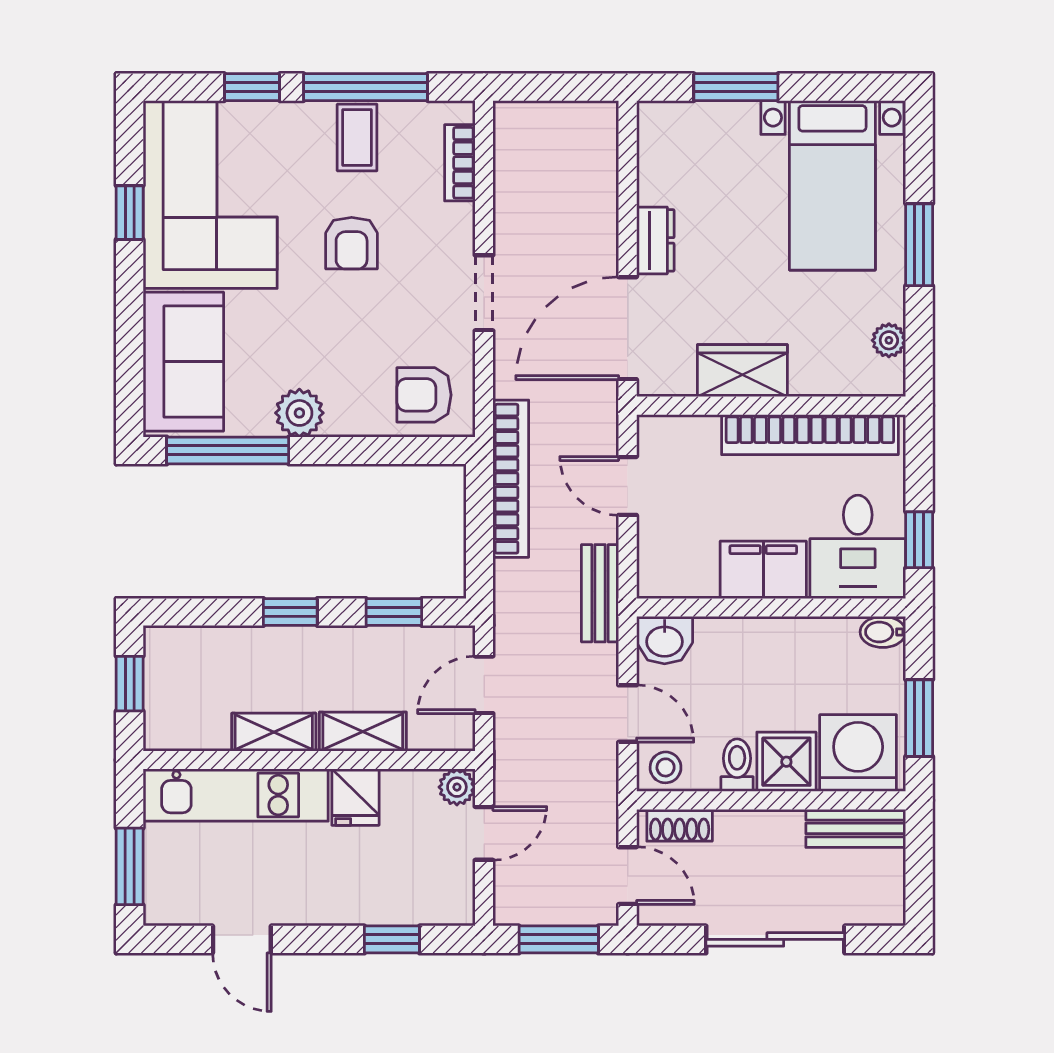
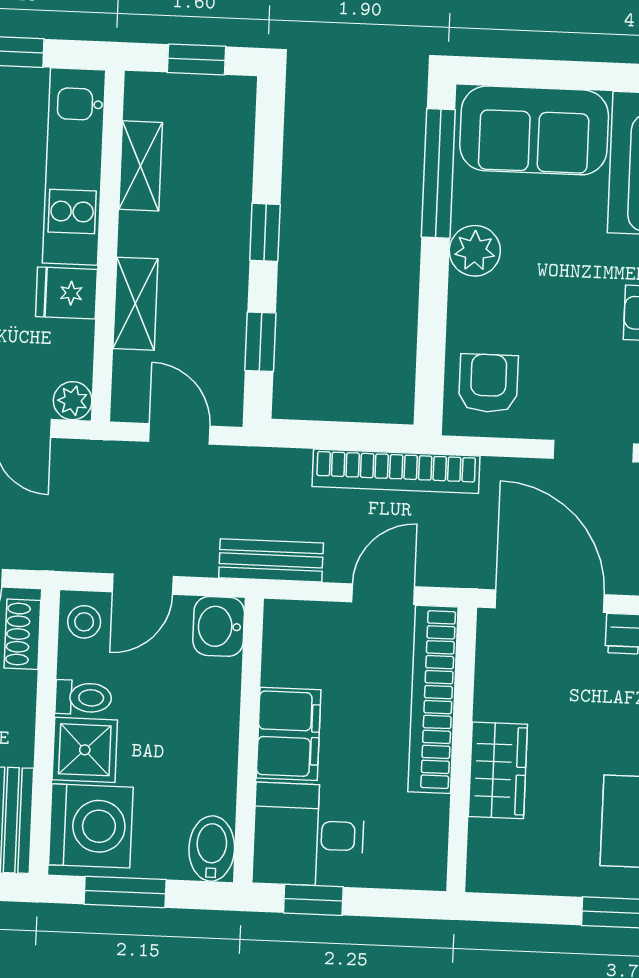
plant: (889, 340) -> (525, 877), removed
wardrobe: (742, 371) -> (498, 770), moved
bookcase: (810, 435) -> (433, 699), moved
bidet: (883, 632) -> (212, 849), width x1.38, depth x1.36
shelving: (274, 732) -> (141, 166), moved

